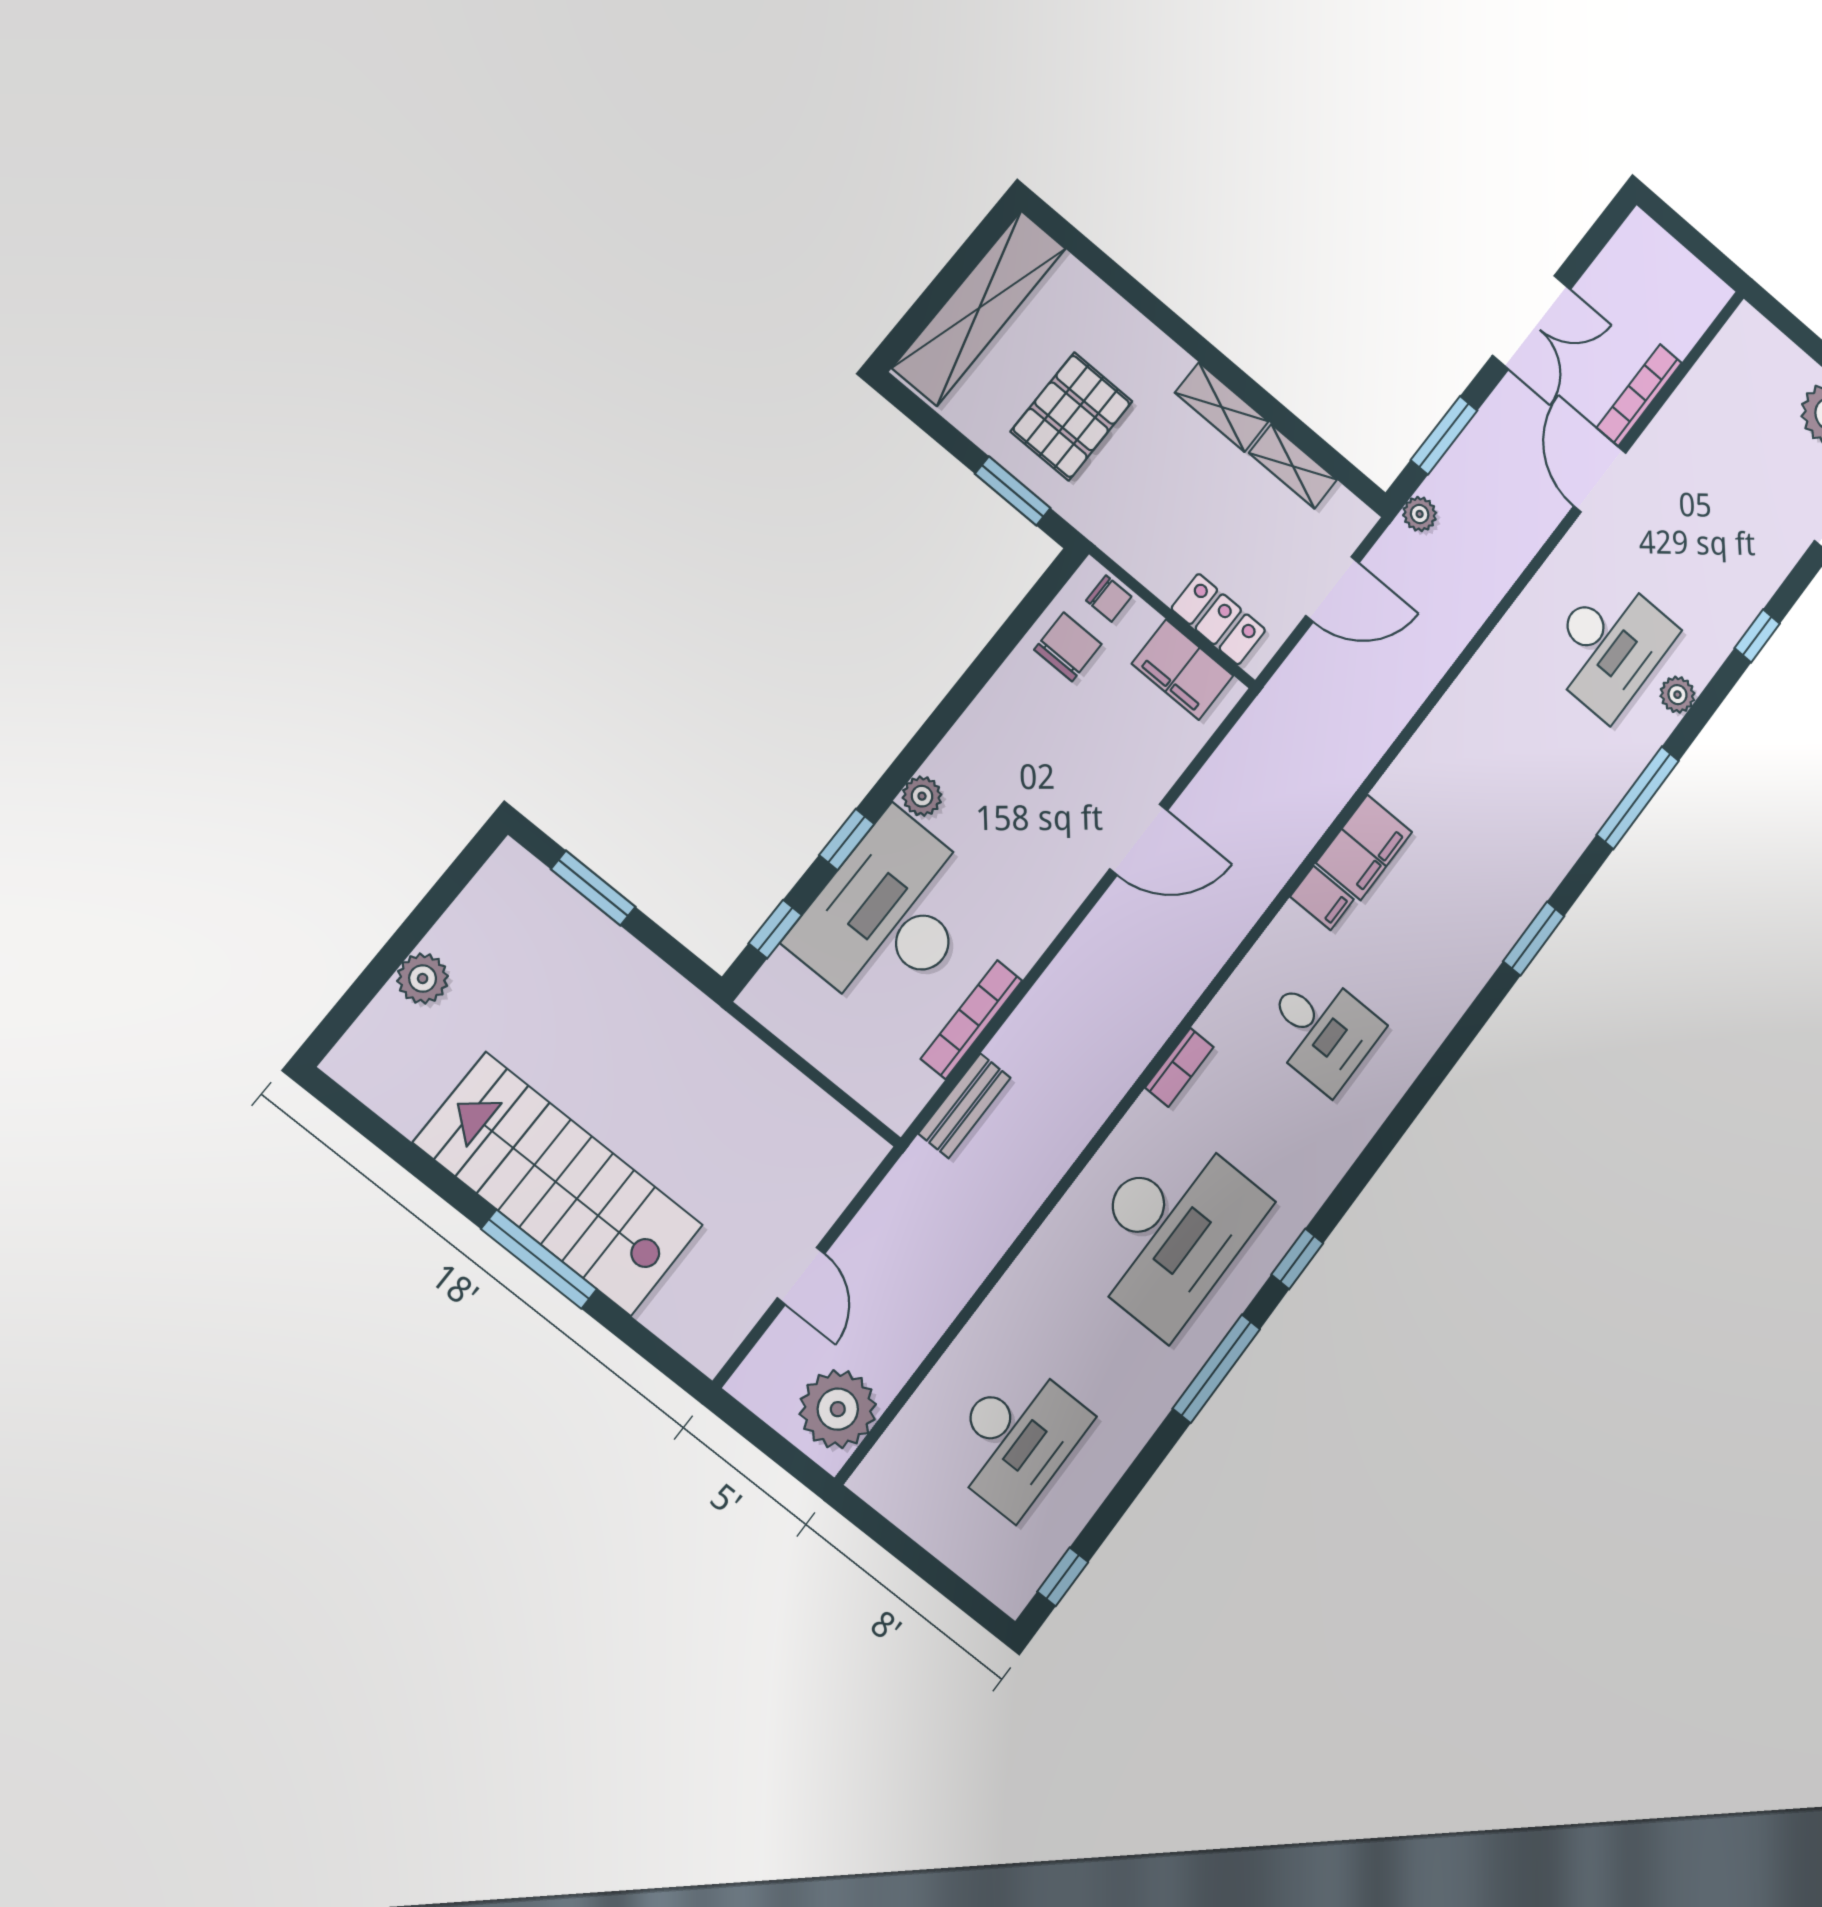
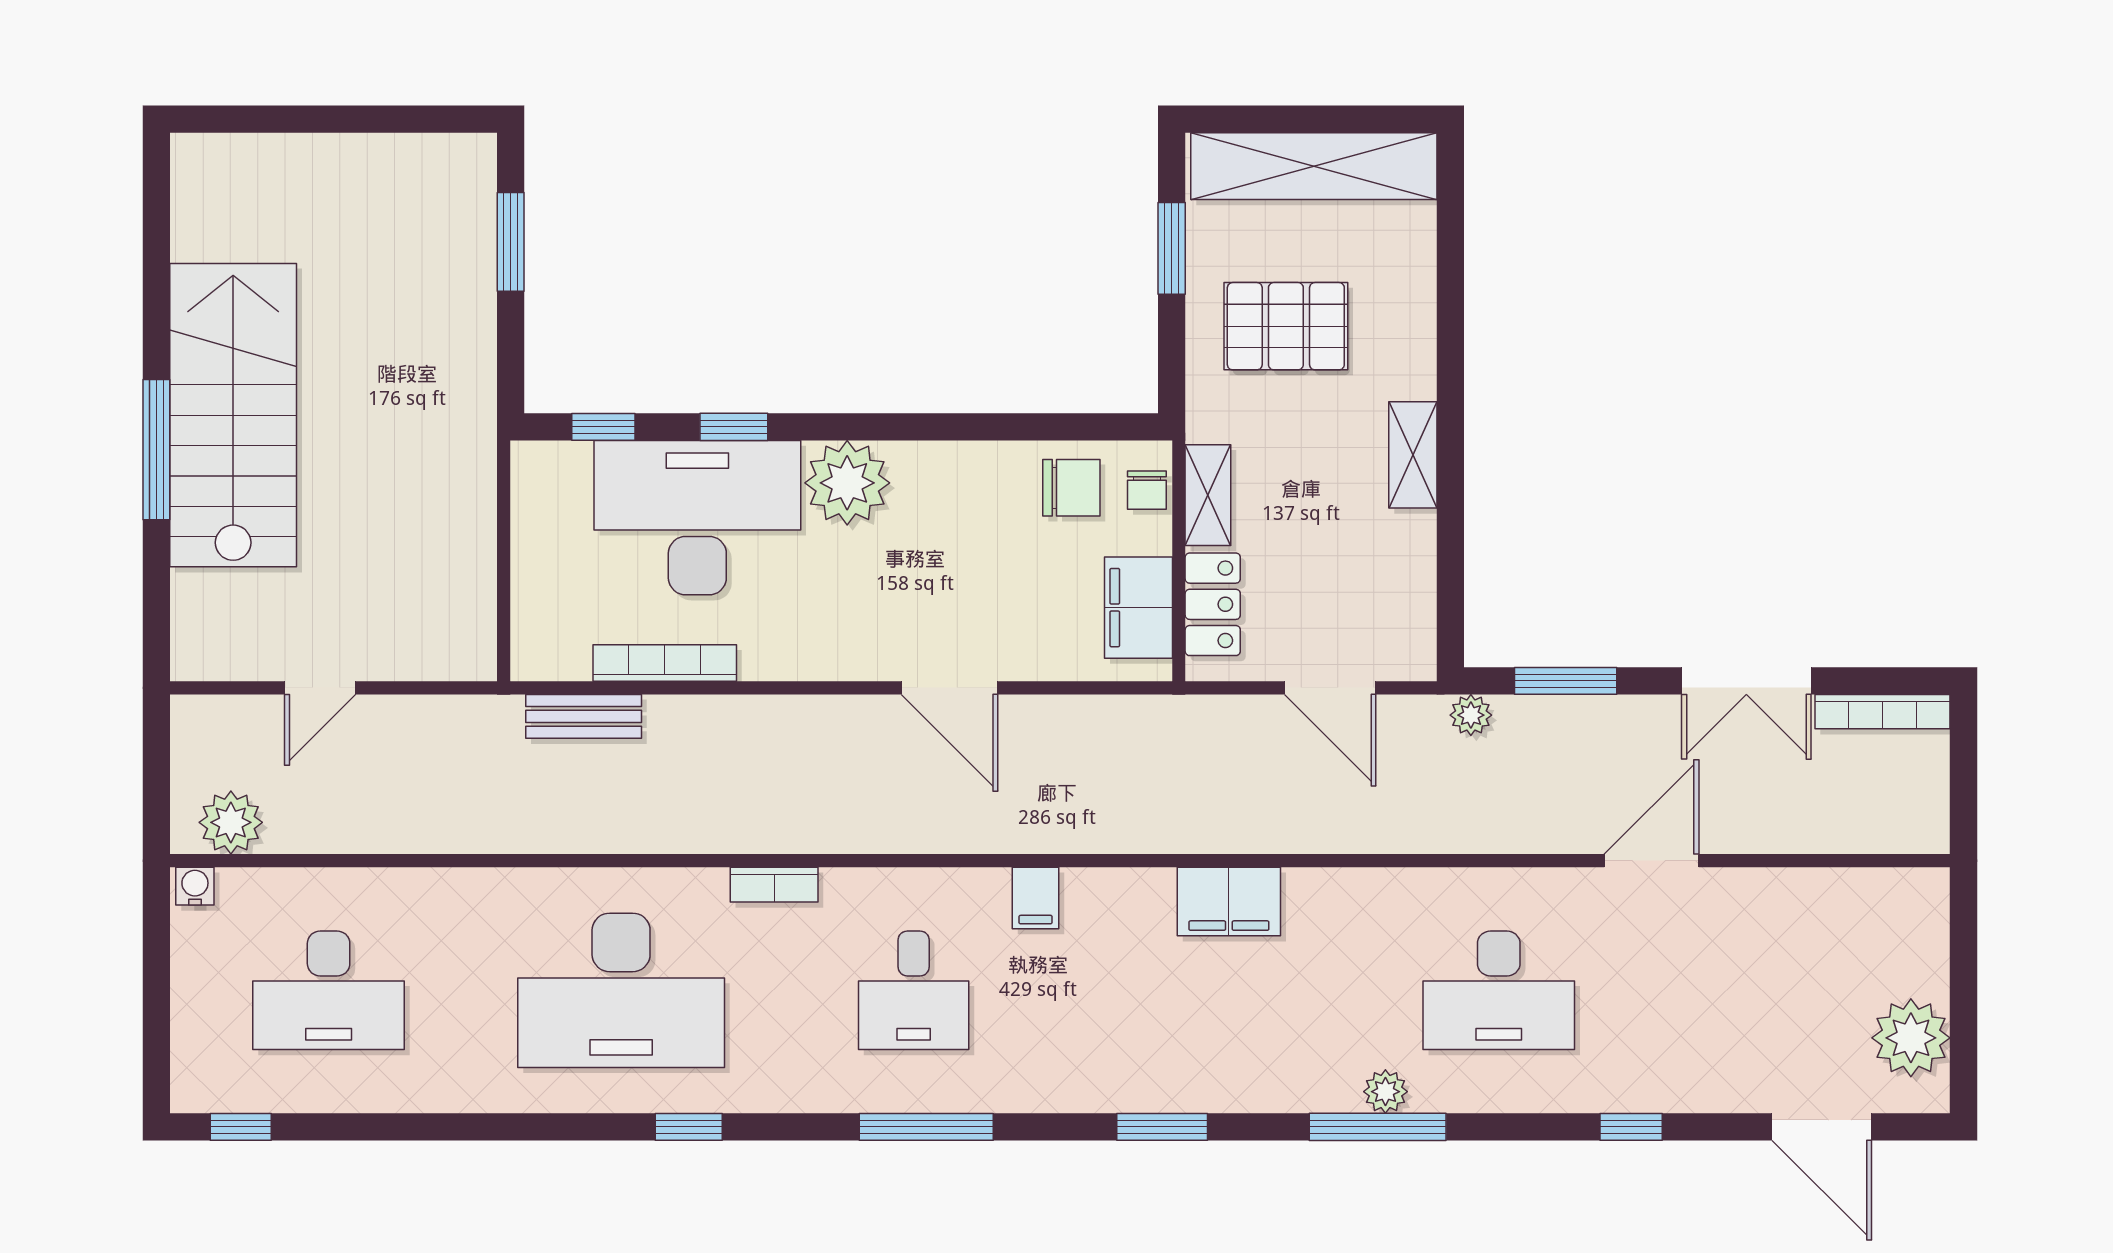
bookcase: (1639, 395) -> (1883, 712), moved, turned 180
shelving: (1293, 466) -> (1208, 495), moved
window: (1013, 491) -> (1172, 248), moved
plant: (1677, 695) -> (1385, 1092), moved
plant: (922, 796) -> (847, 483), width x1.88, depth x1.88
filing cabinet: (1364, 847) -> (1229, 902), moved
plant: (423, 979) -> (315, 160), removed
window: (1216, 1369) -> (926, 1127), moved
plant: (838, 1409) -> (231, 822), width x0.73, depth x0.73
water cooler: (871, 1477) -> (195, 886), added

